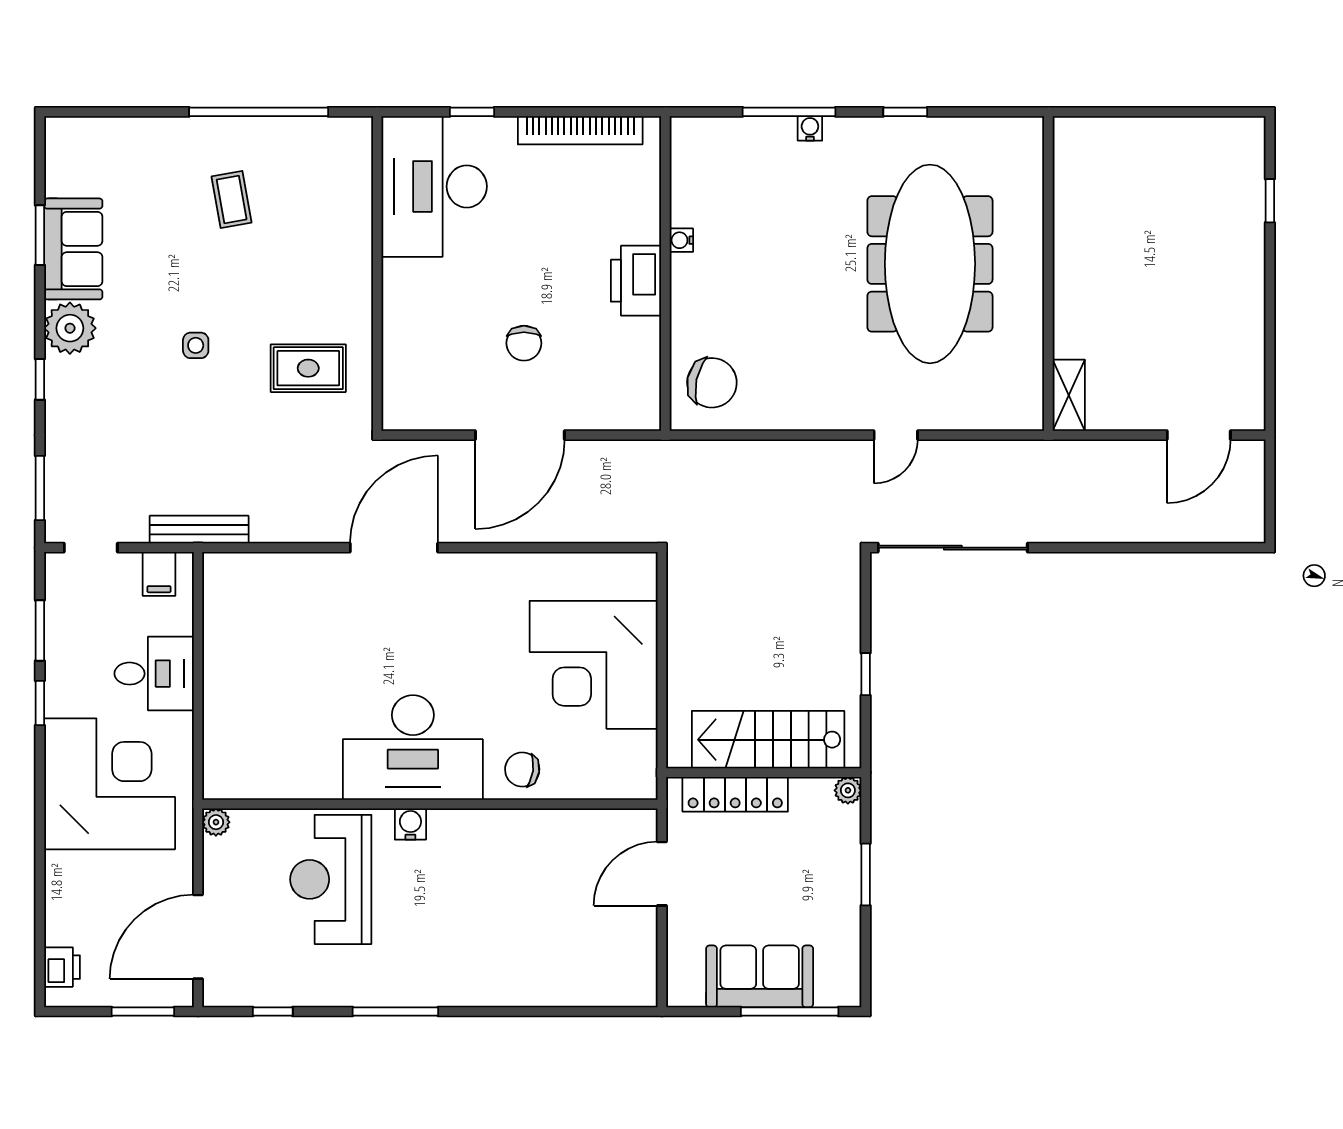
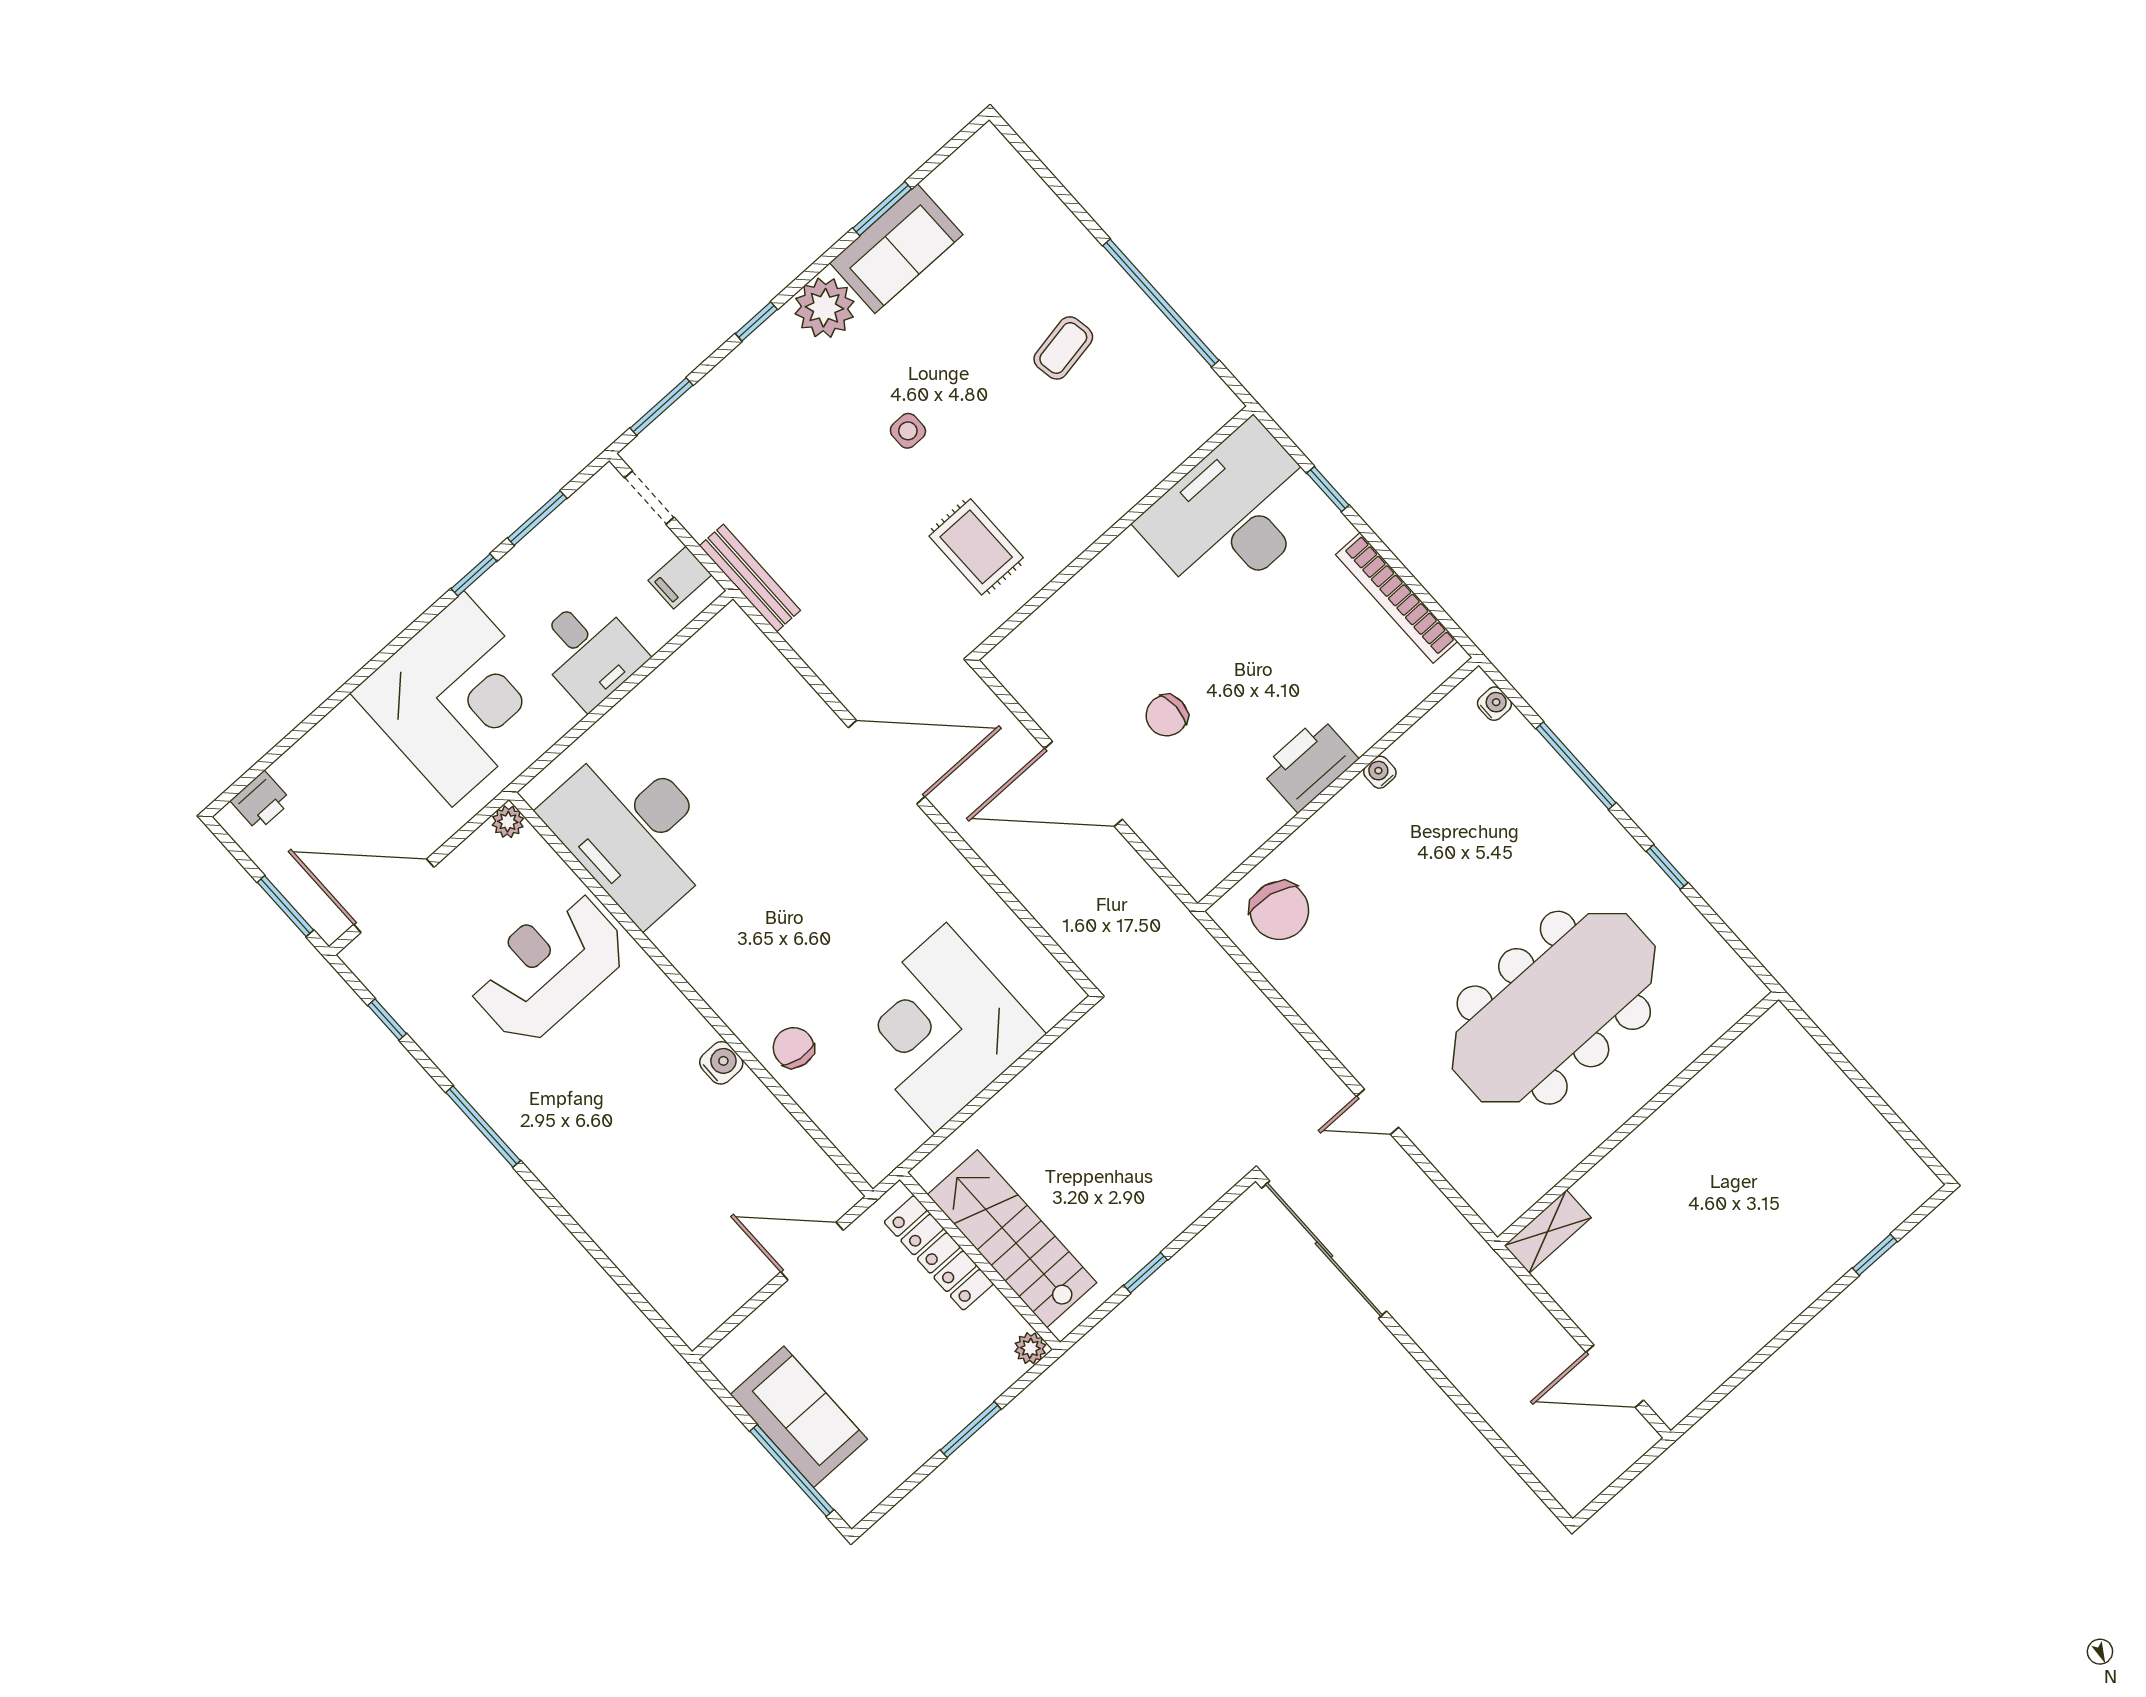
water cooler: (810, 128) -> (1494, 704), moved
desk: (413, 748) -> (633, 831), moved
water cooler: (410, 824) -> (721, 1063), moved

